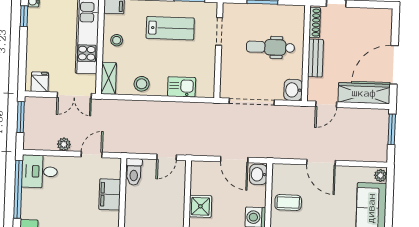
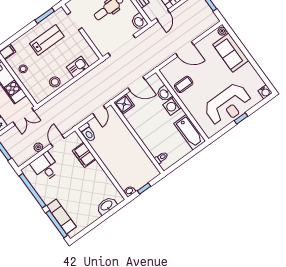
shelving: (109, 78) -> (35, 93), removed
desk: (39, 171) -> (45, 167), moved, turned 90
washbasin: (258, 174) -> (164, 94), moved
shower: (200, 206) -> (124, 104), moved

